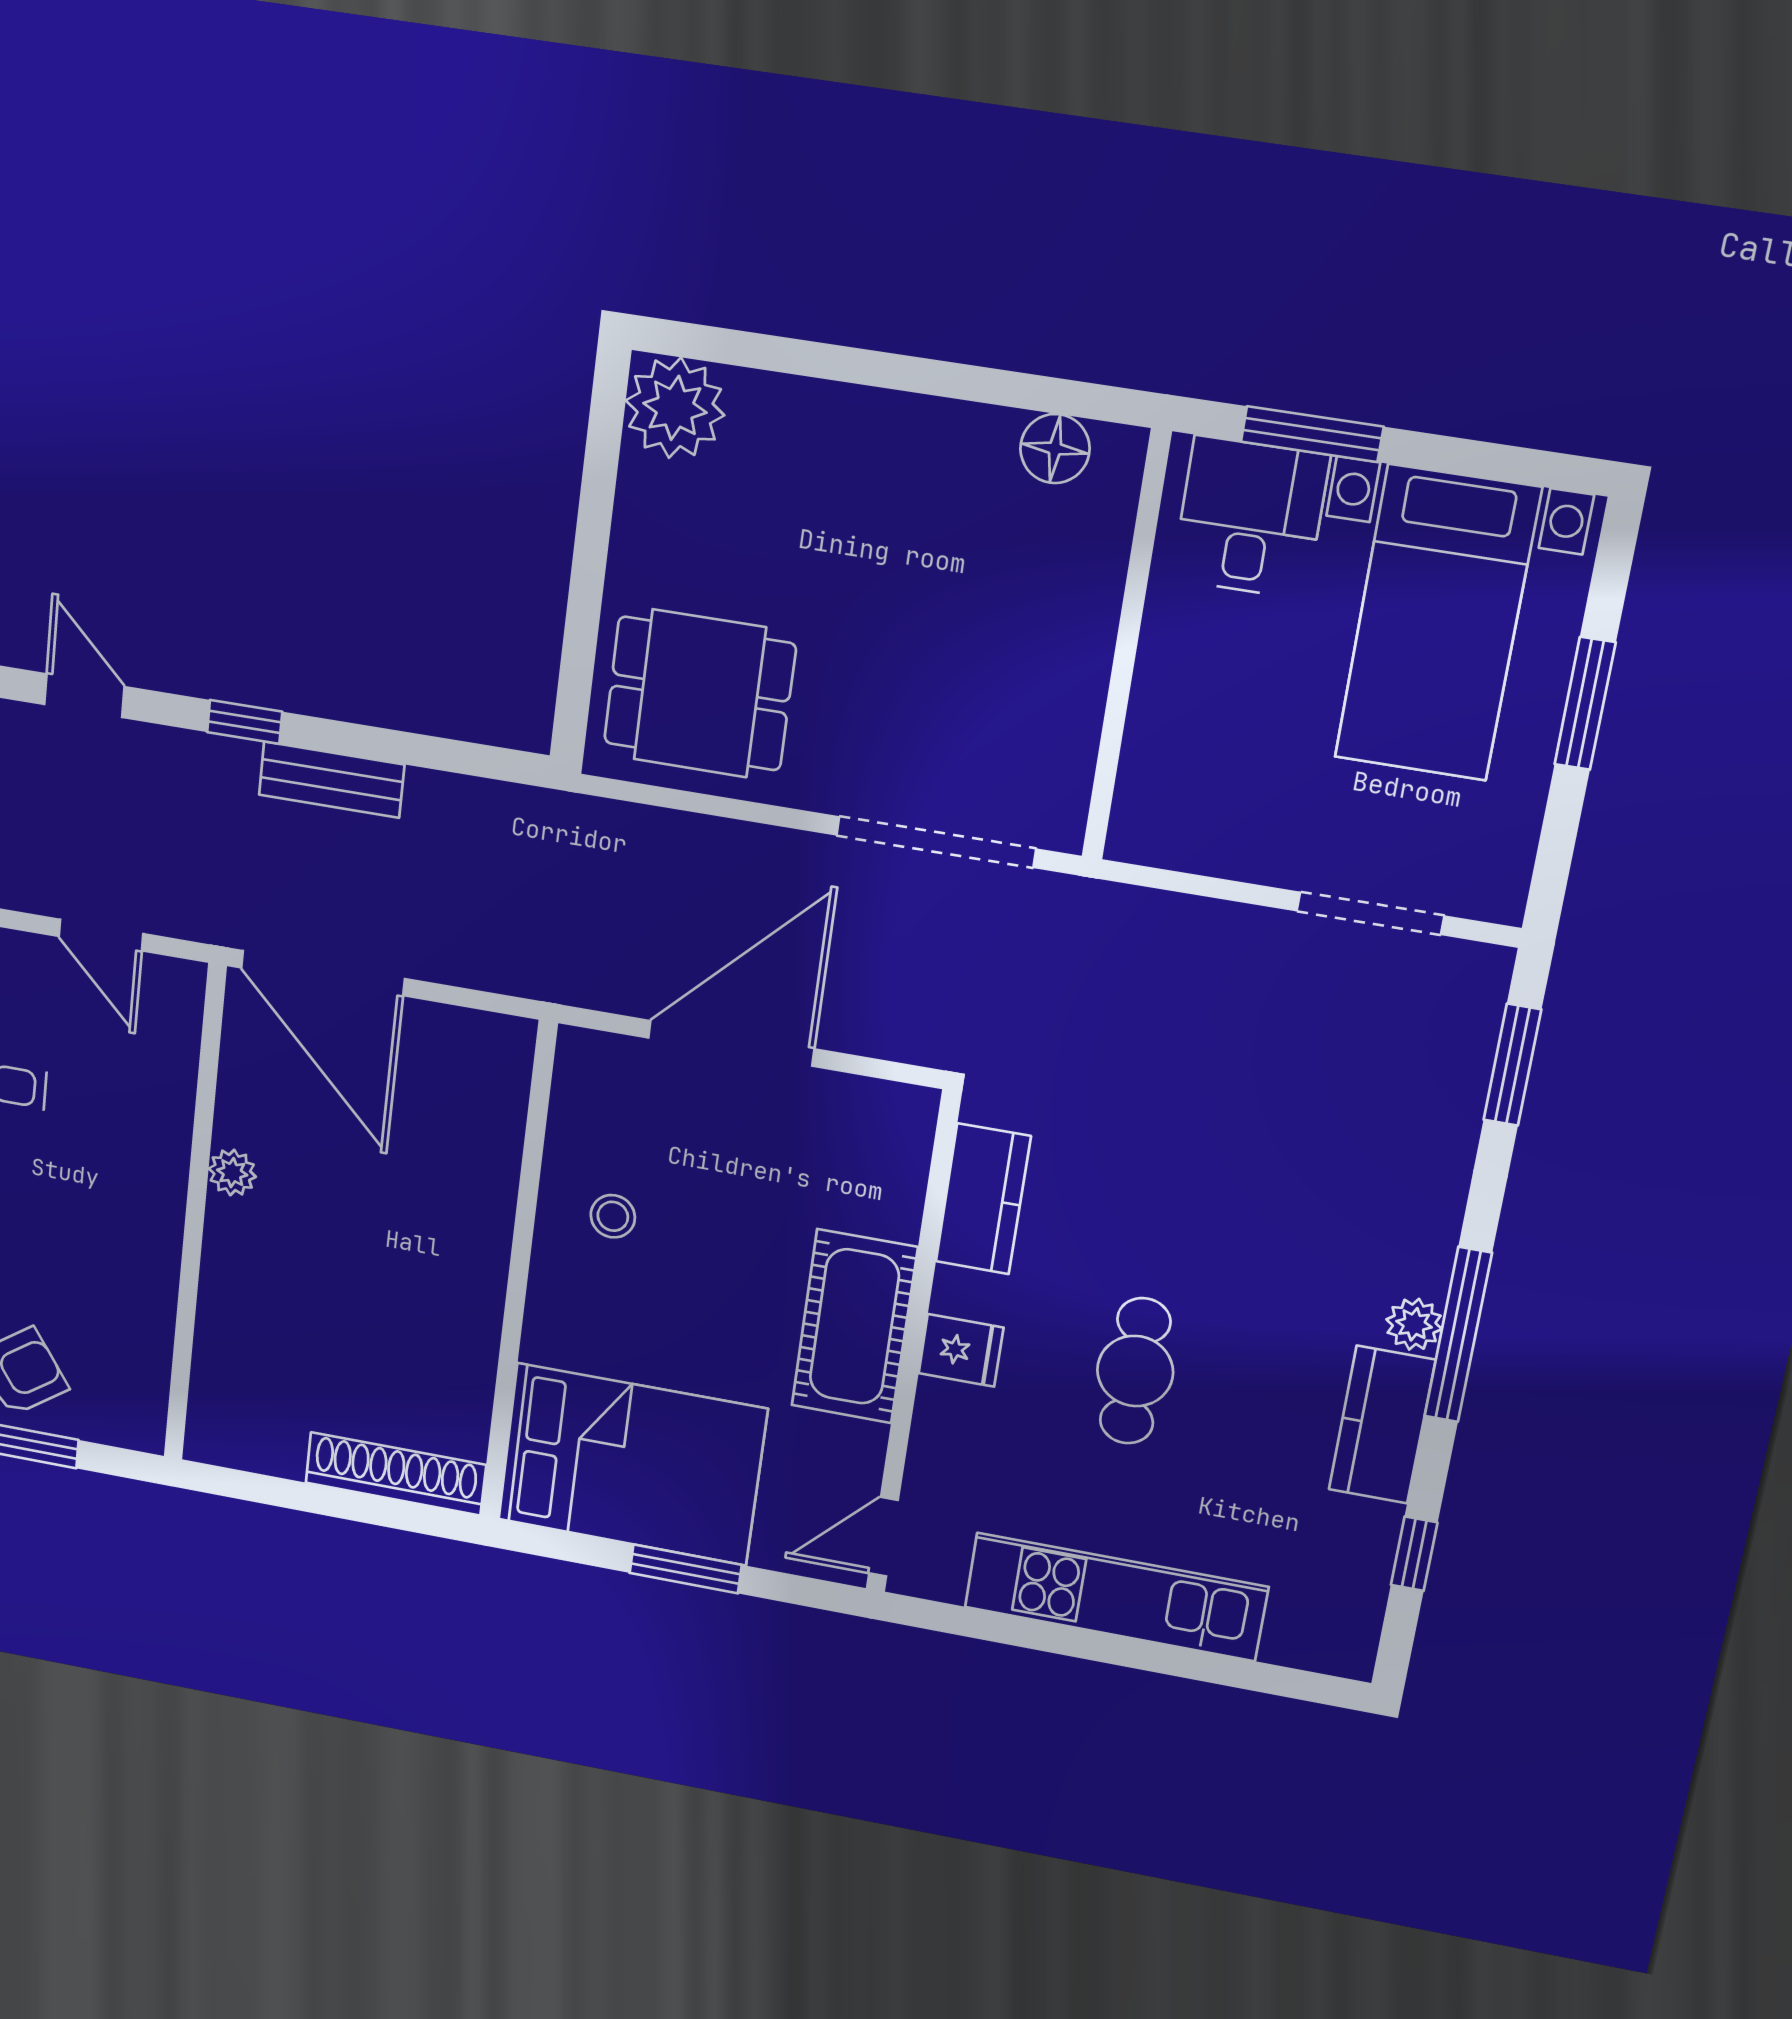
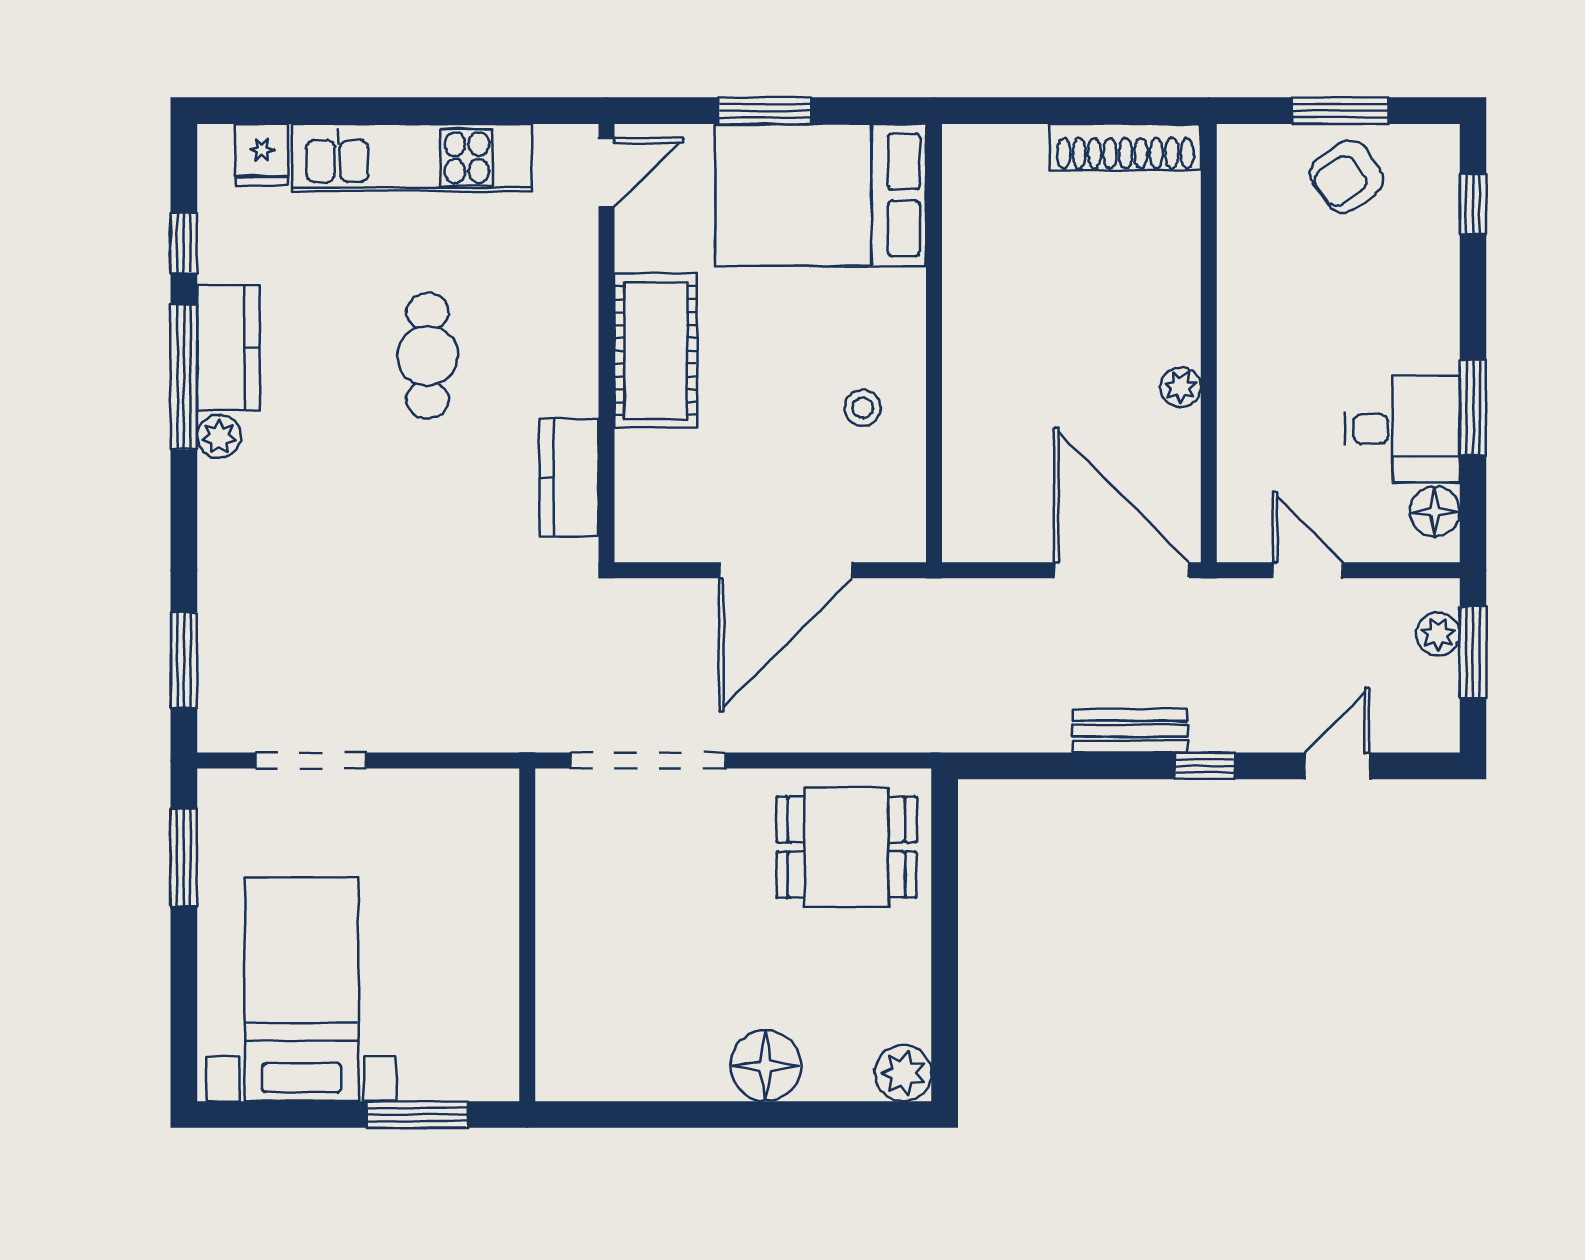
plant: (675, 408) -> (903, 1073), width x0.73, depth x0.73
floor lamp: (1055, 449) -> (766, 1066), moved, width x1.38, depth x1.38
desk: (1250, 518) -> (451, 1046), removed
door: (84, 696) -> (1337, 766), swing flipped
window: (1585, 704) -> (184, 857), moved
window: (1458, 1335) -> (184, 377), moved
fridge: (961, 1350) -> (262, 155), moved, turned -90
shoe rack: (396, 1474) -> (1125, 147), moved

